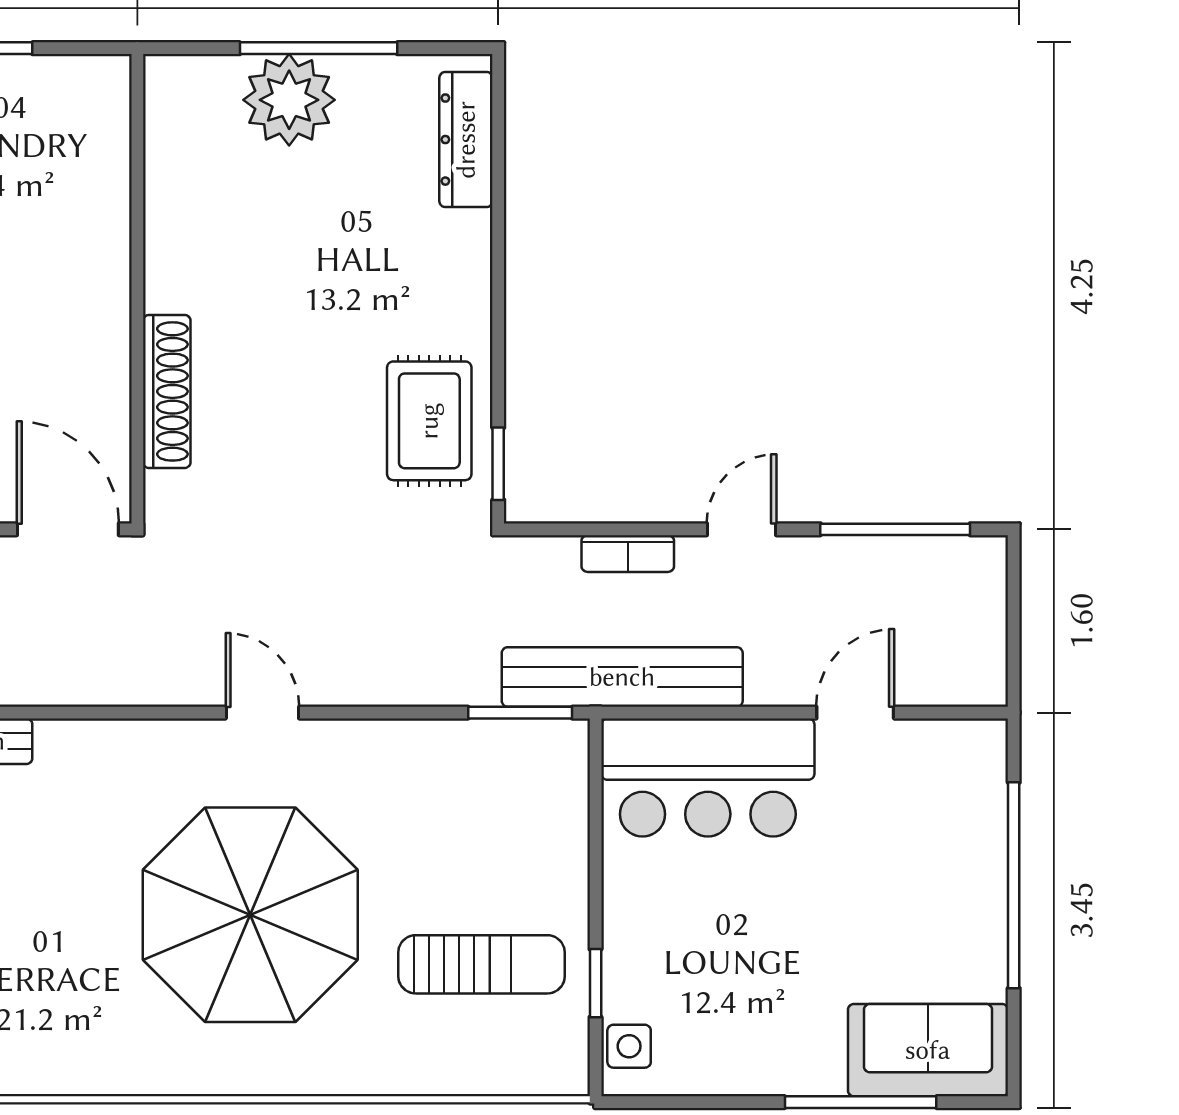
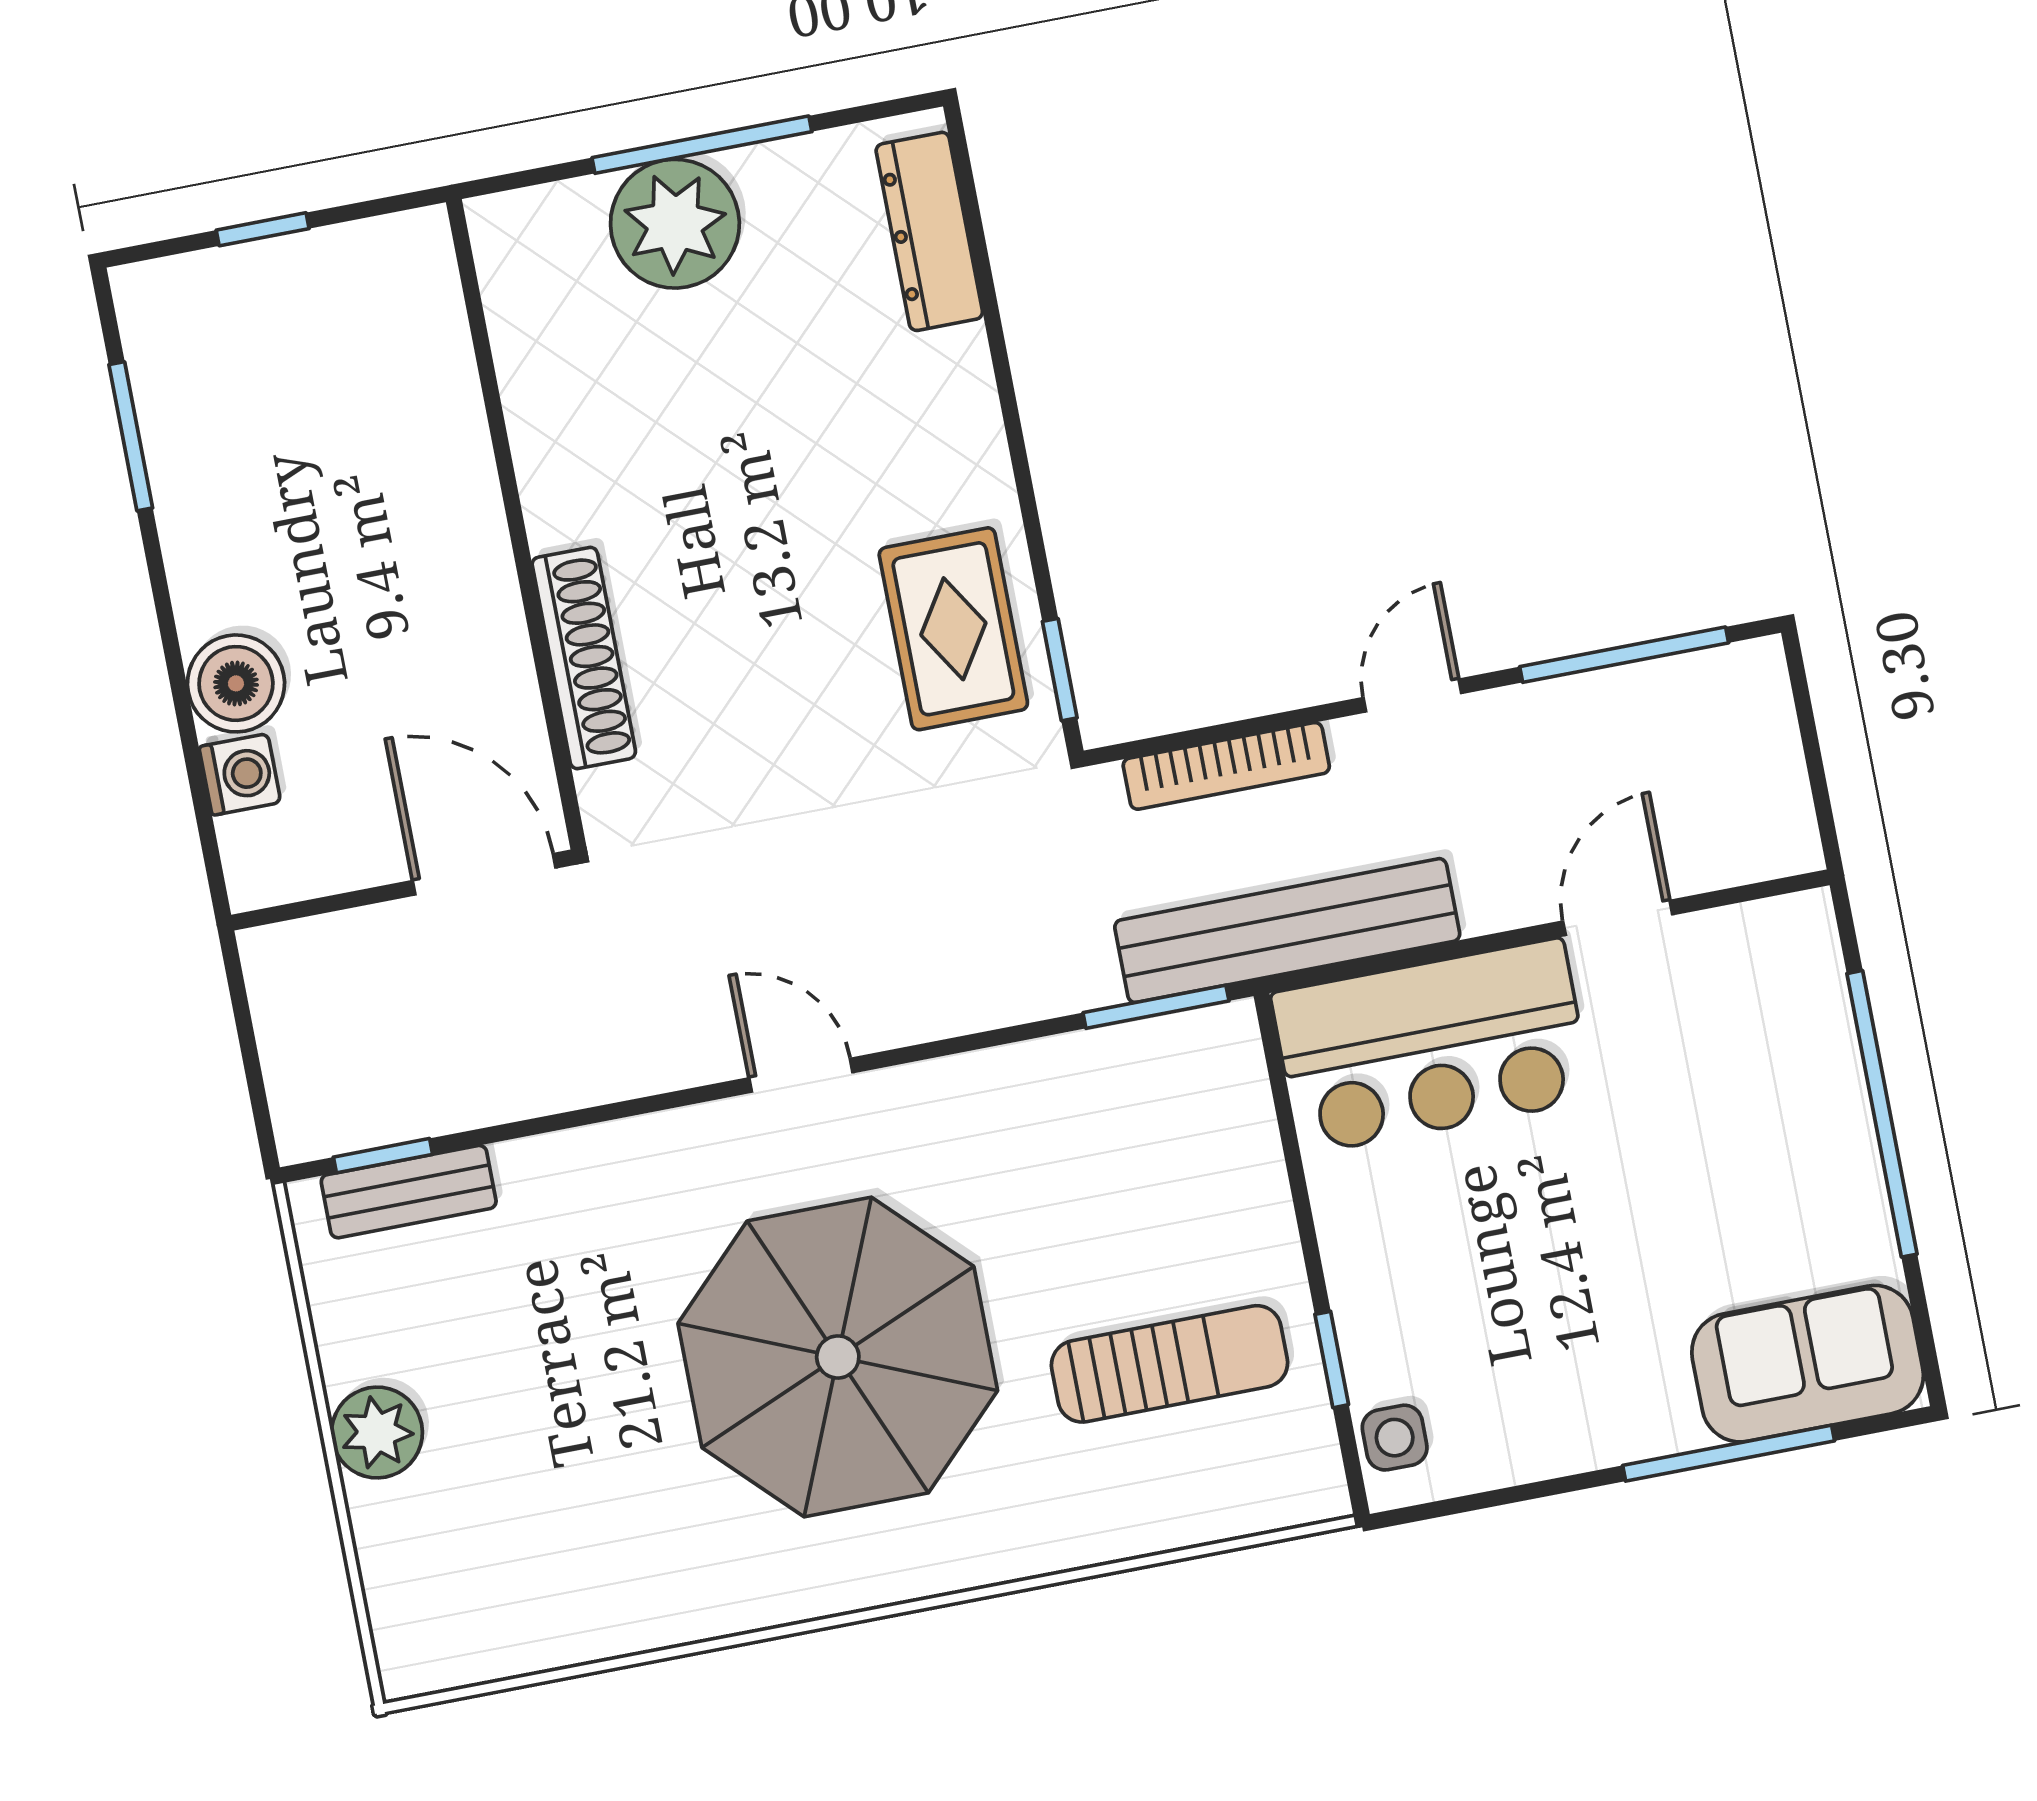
bookcase: (628, 554) -> (1226, 766), width x1.56

